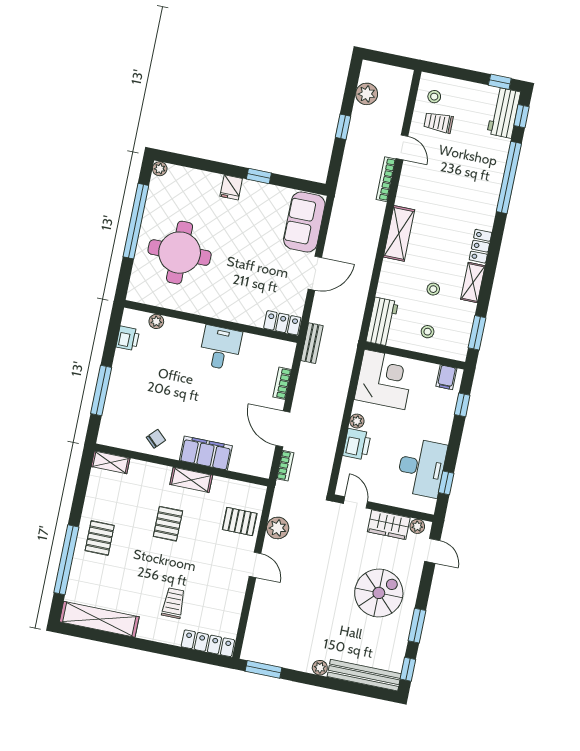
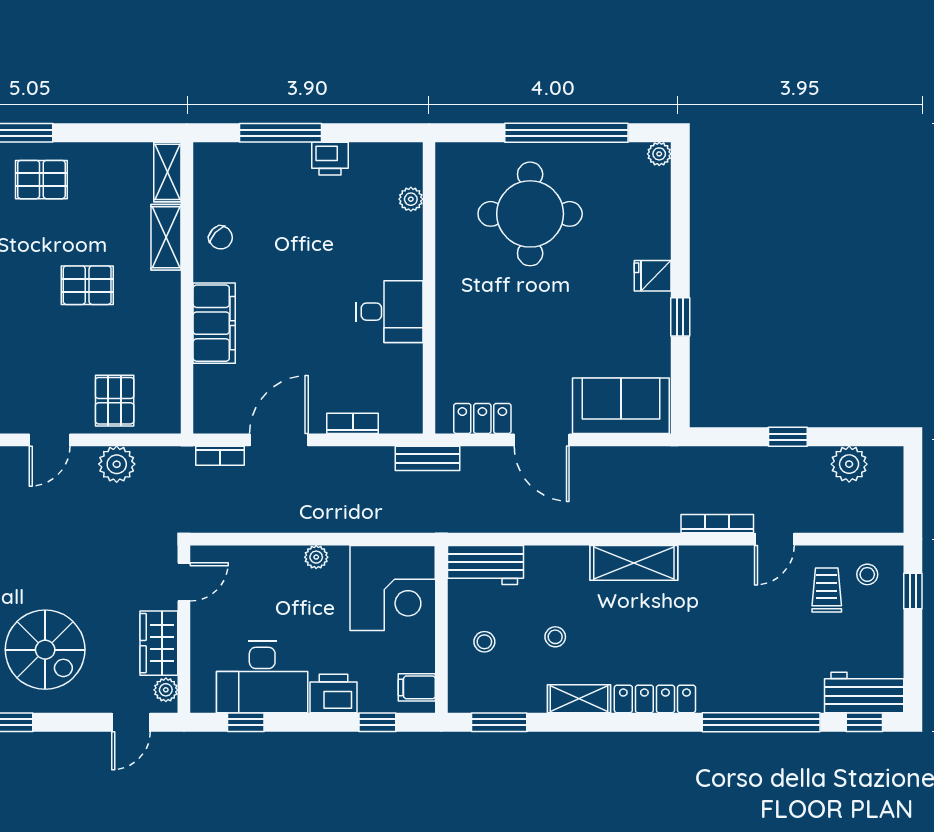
window: (500, 82) -> (913, 591), moved
locker: (480, 246) -> (655, 699), width x1.53
locker: (282, 323) -> (482, 419), moved, turned -90
printer: (128, 338) -> (330, 159), moved
printer: (357, 444) -> (334, 694), moved, turned 180
shelving: (191, 480) -> (166, 237), moved

